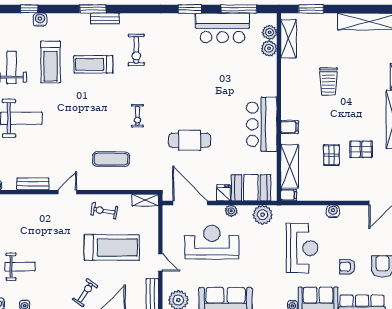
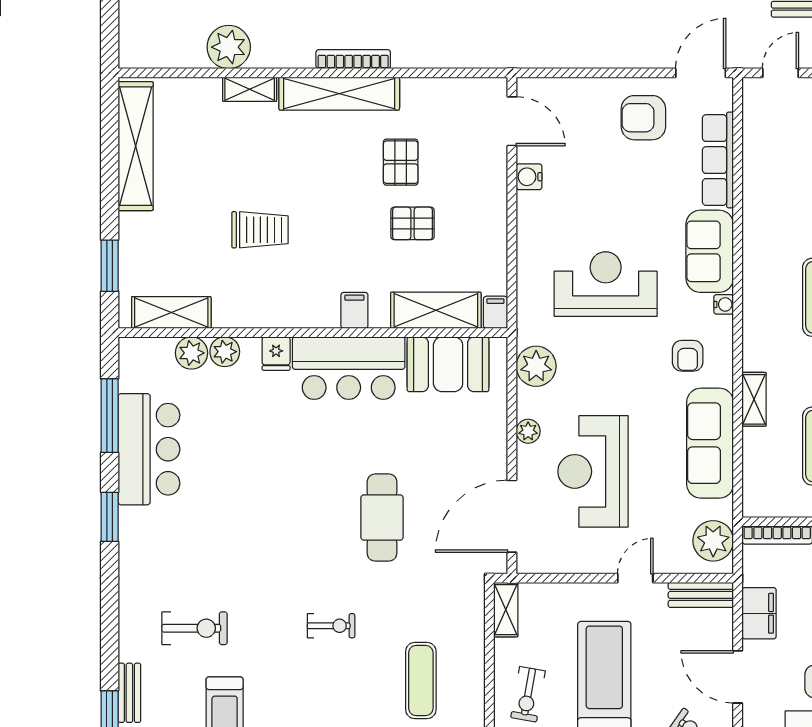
plant: (270, 32) -> (225, 352), moved
booth: (251, 188) -> (448, 364), moved, turned 90
fridge: (223, 193) -> (276, 354), moved, turned -90
water cooler: (333, 211) -> (529, 177), moved
armchair: (347, 267) -> (688, 356), moved

